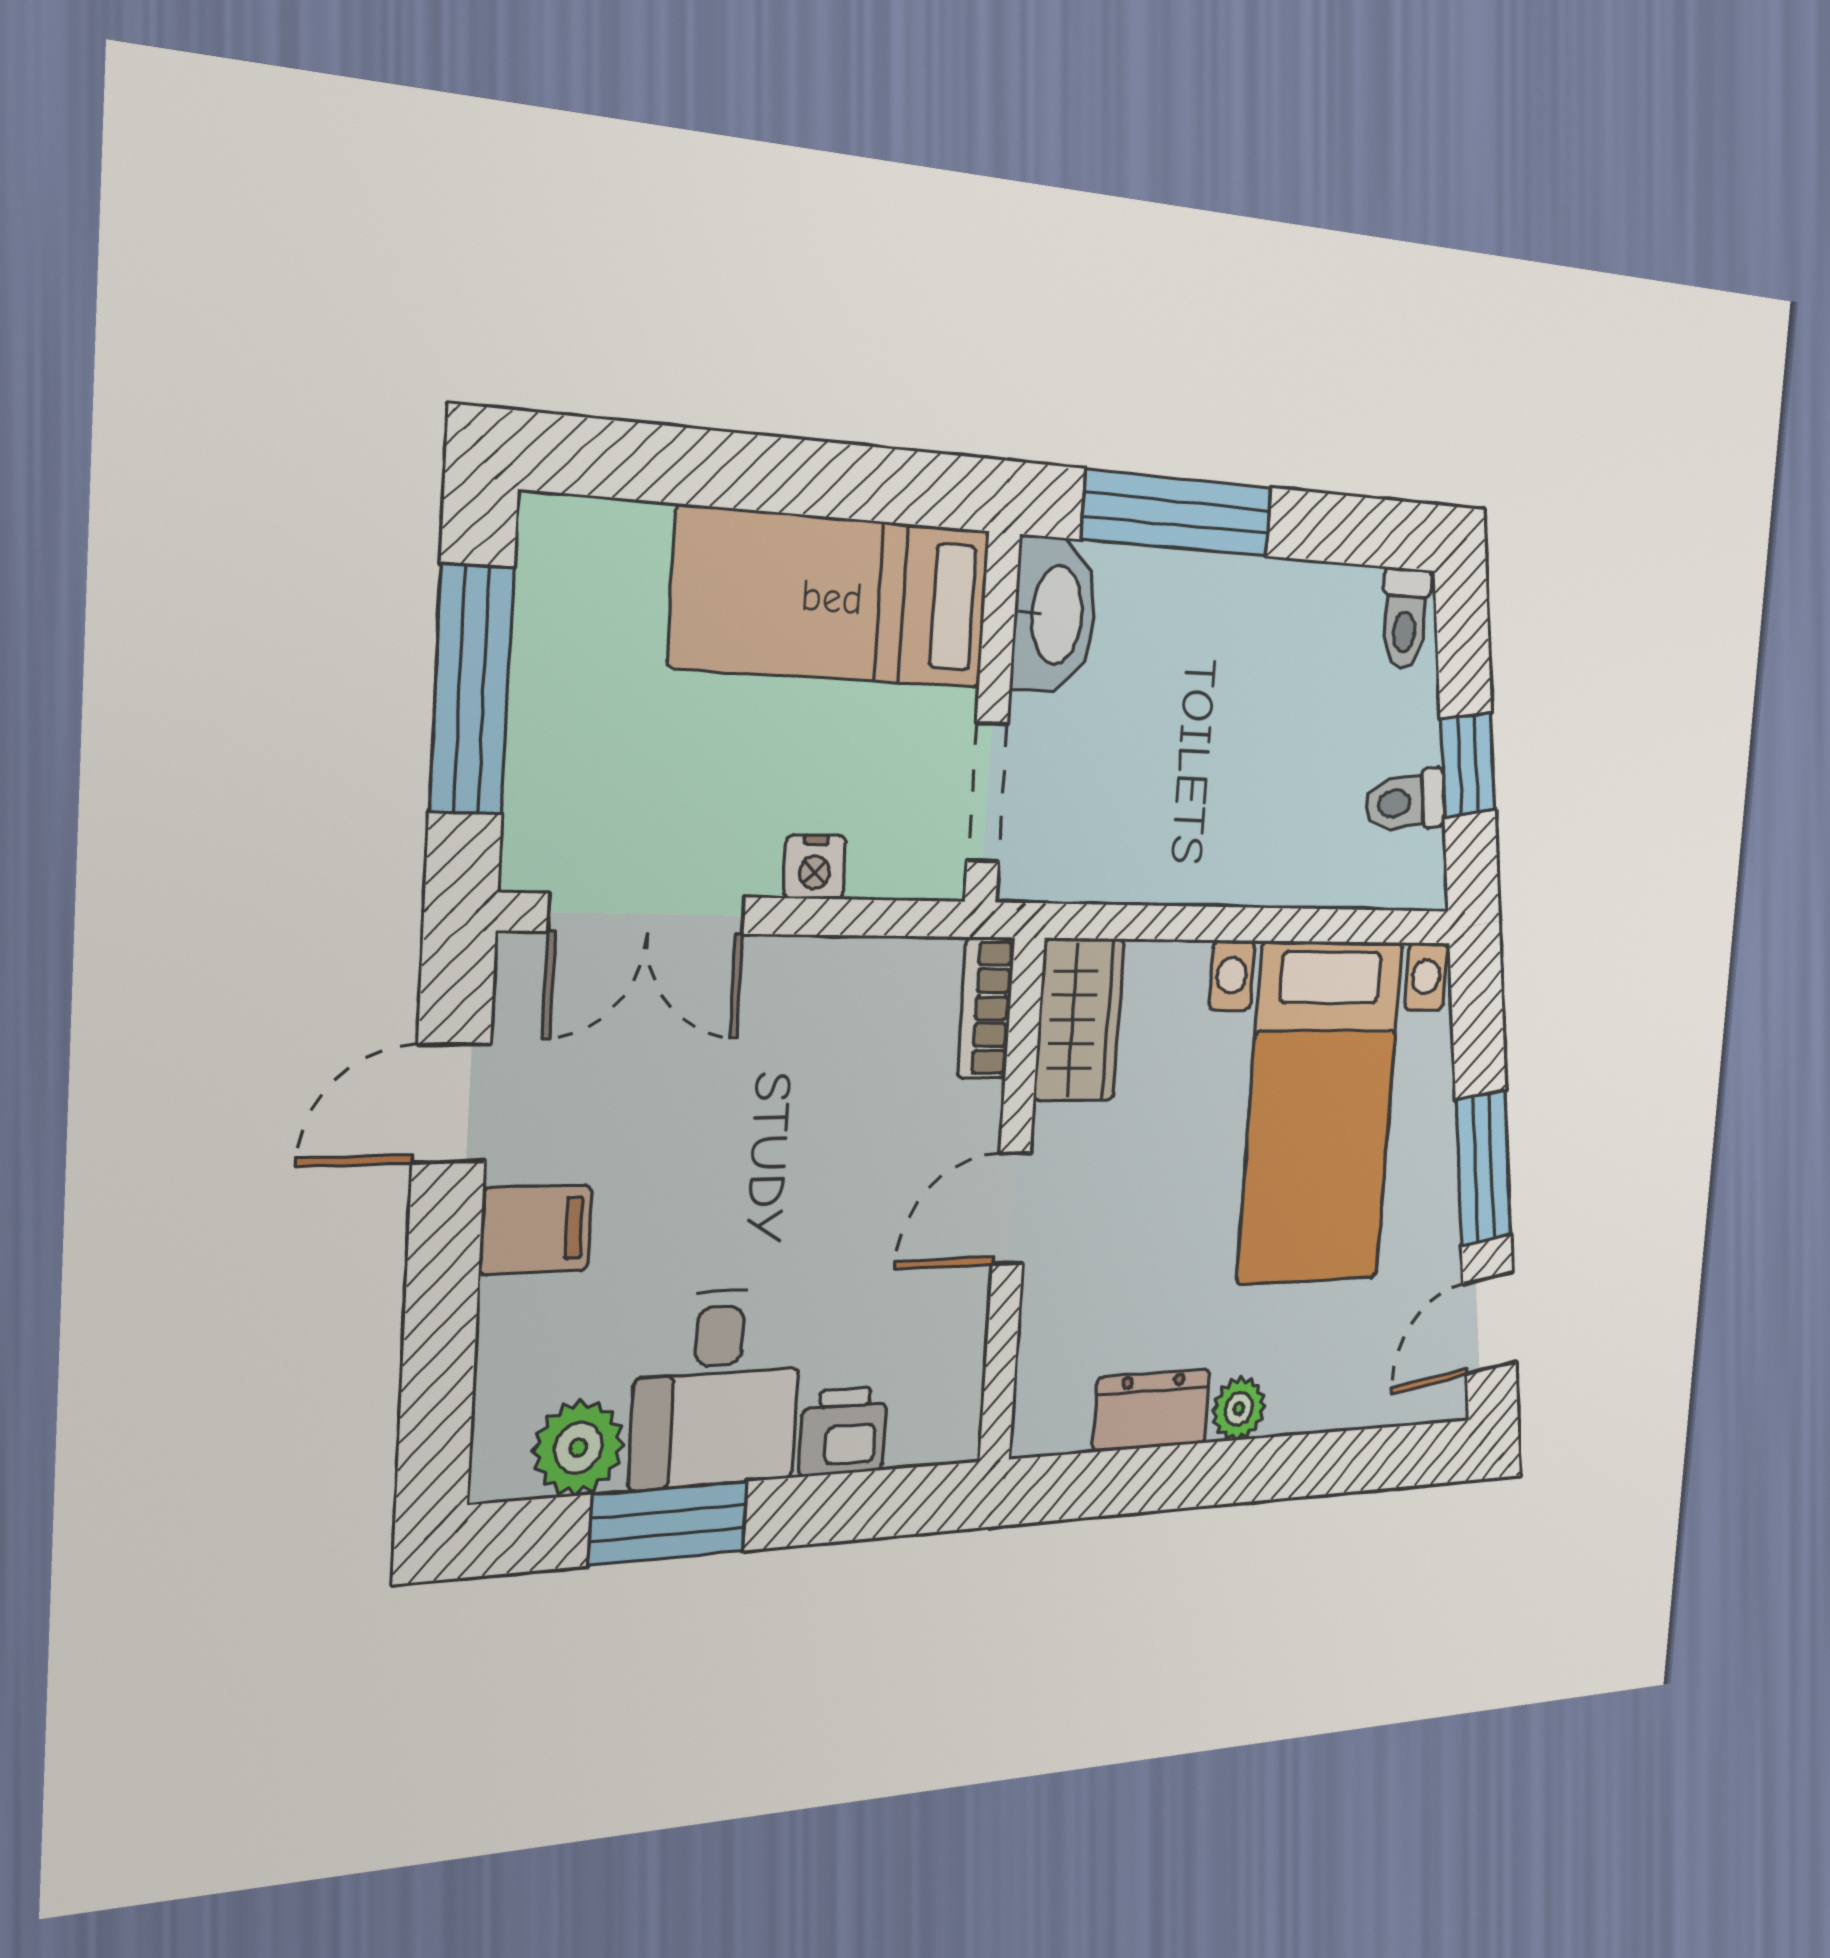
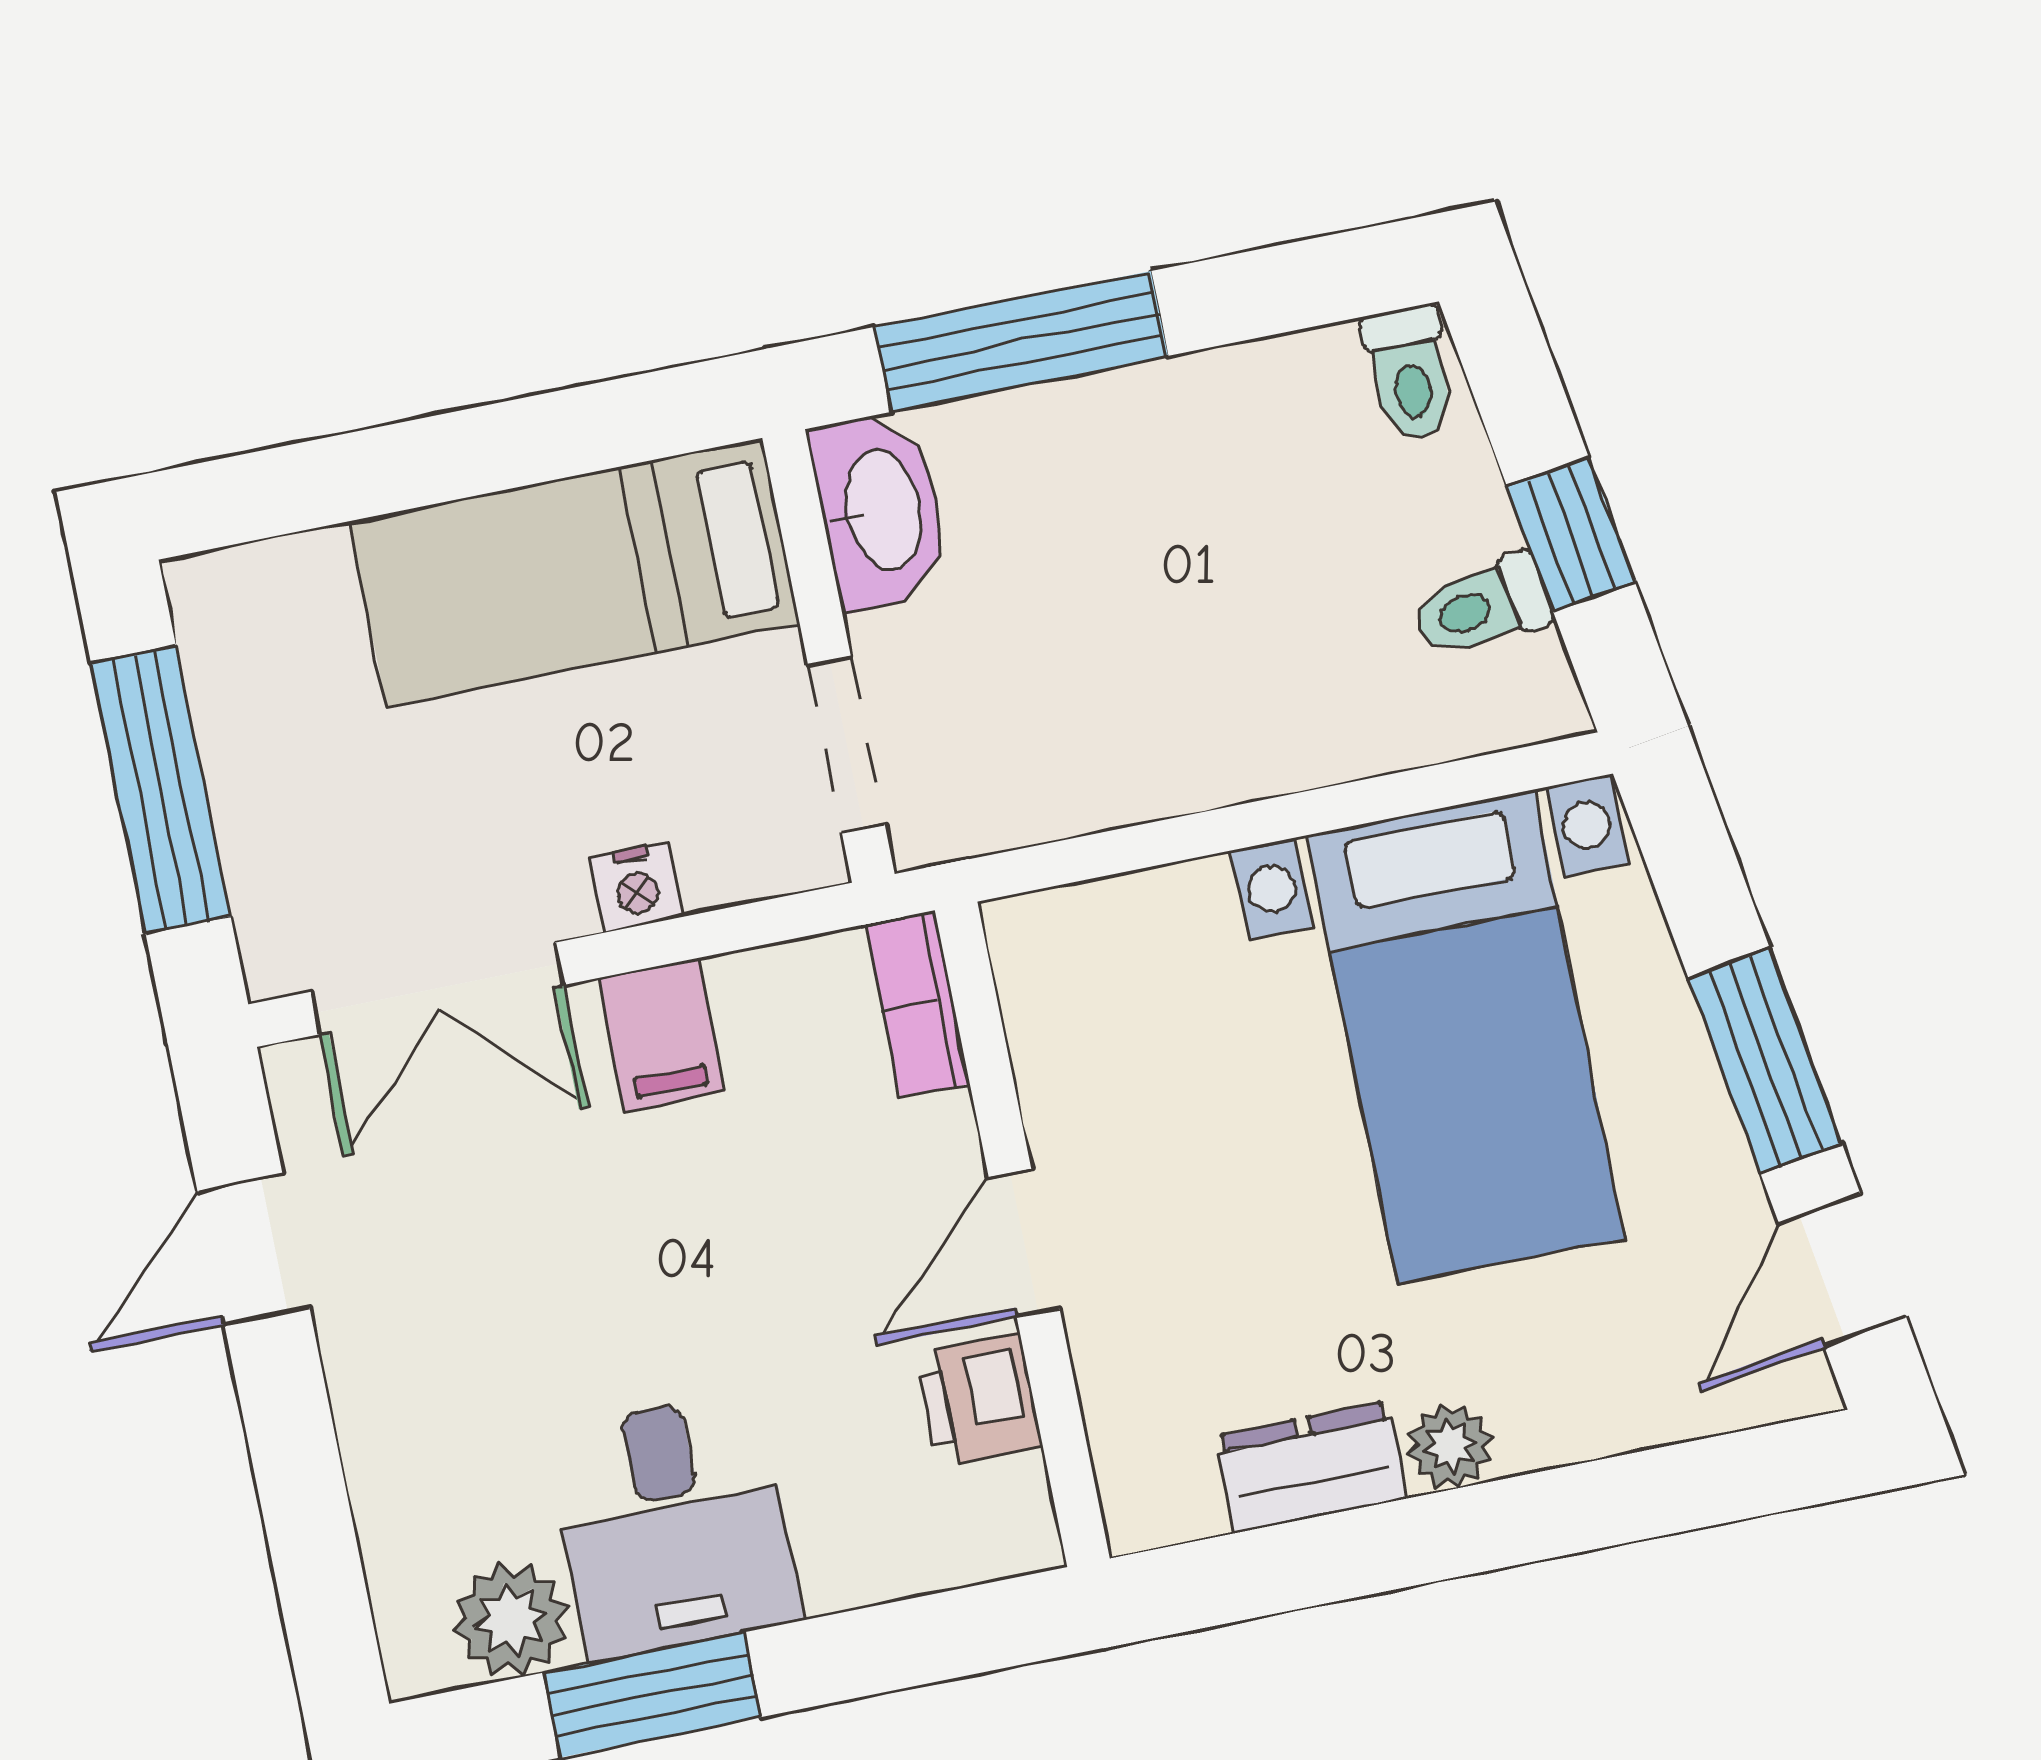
wardrobe: (1079, 1020) -> (1057, 991), removed
filing cabinet: (536, 1229) -> (662, 1035), moved, turned 90
printer: (843, 1431) -> (979, 1400), moved, turned -90

